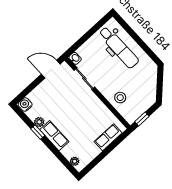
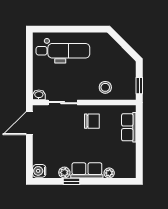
chair: (90, 109) -> (92, 121), added
plant: (75, 161) -> (109, 173), moved

